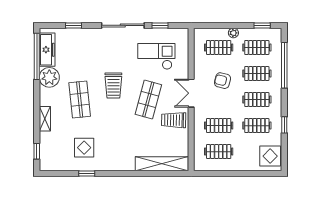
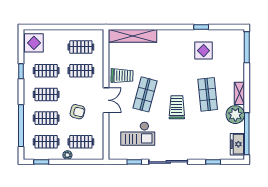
freezer: (47, 50) -> (237, 144), width x0.71
shelving: (45, 119) -> (239, 93), moved
window: (37, 151) -> (247, 47), width x2.17

